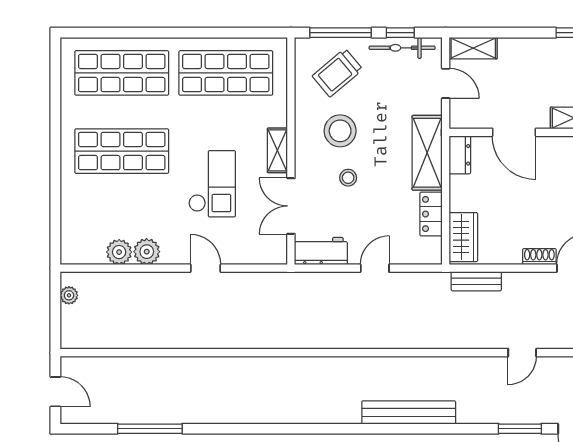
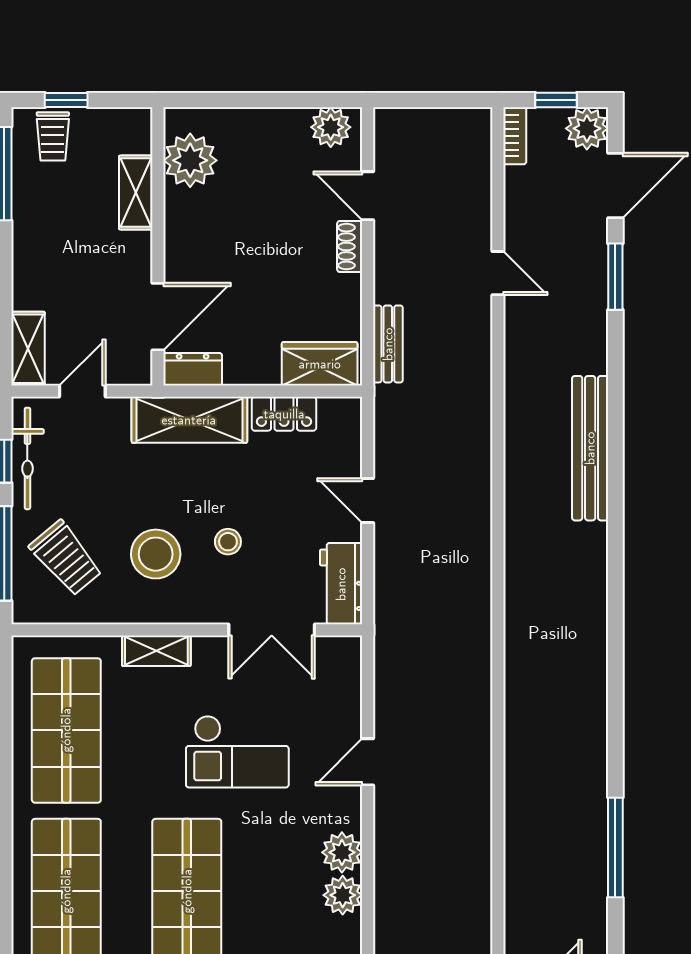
door: (514, 132) -> (158, 317), moved
shelving: (277, 150) -> (156, 651), moved
checkout: (212, 184) -> (237, 752), turned 180

